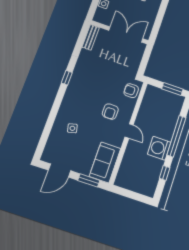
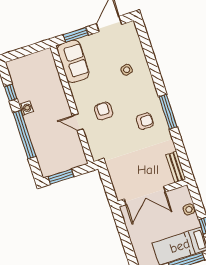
window: (67, 78) -> (168, 112), width x2.17
armchair: (131, 91) -> (145, 121), moved
door: (129, 131) -> (78, 122), moved
washing machine: (159, 148) -> (26, 108), width x0.53, depth x0.53

